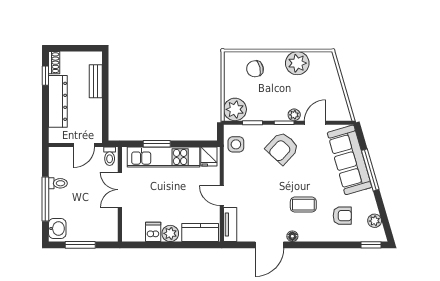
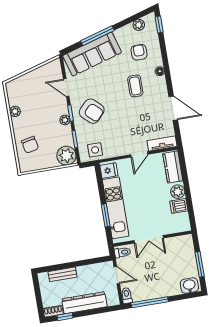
plant: (297, 63) -> (15, 111), width x0.53, depth x0.53
plant: (294, 115) -> (65, 120), moved
toilet: (58, 183) -> (127, 296), moved
window: (45, 199) -> (150, 302), moved
floor lamp: (292, 236) -> (160, 71), moved

